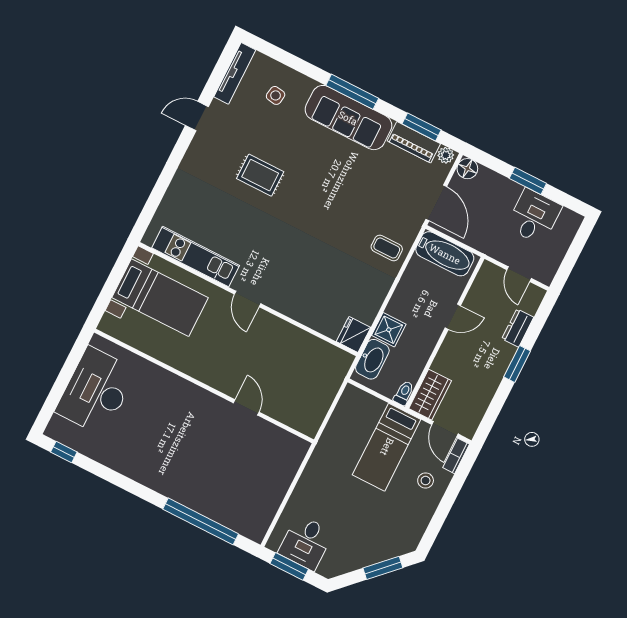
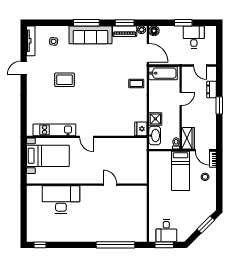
desk: (96, 391) -> (61, 200), moved, turned 90

